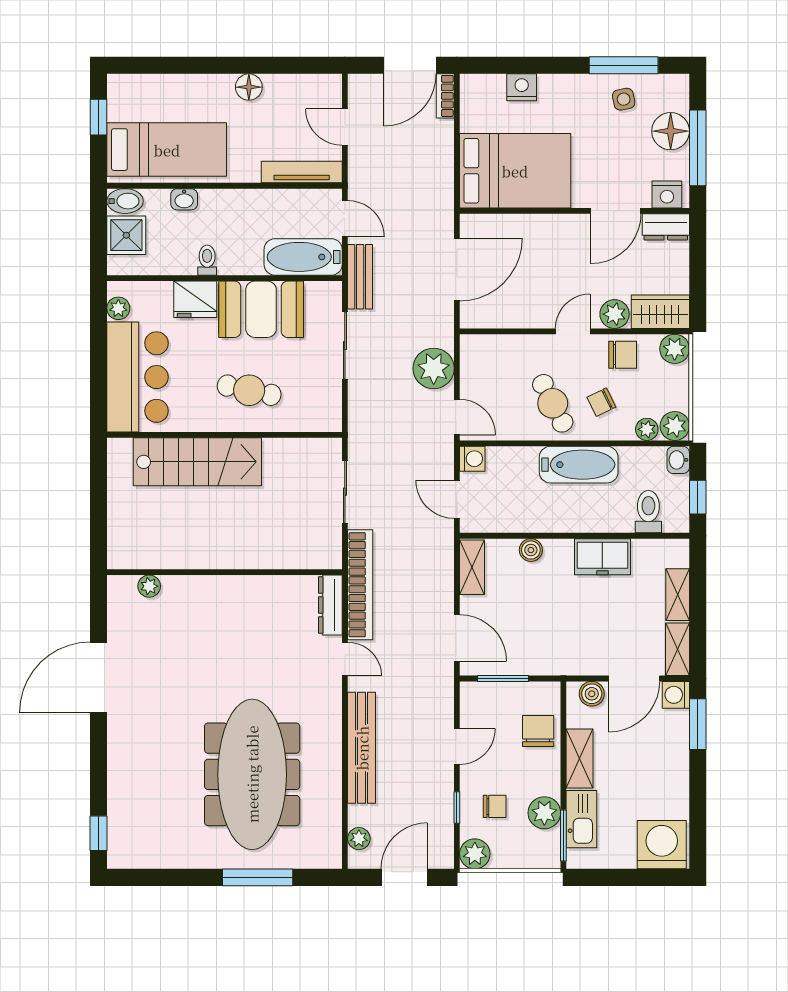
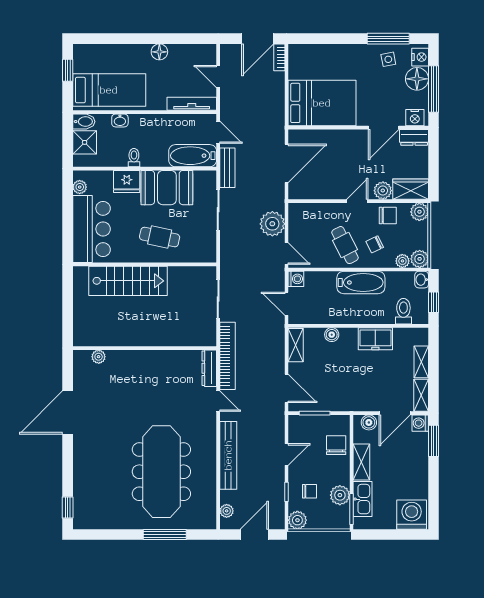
nightstand: (522, 87) -> (420, 57), moved, turned 90

